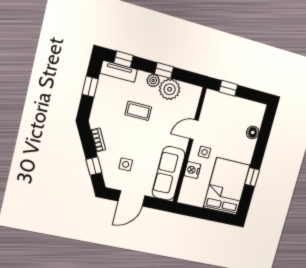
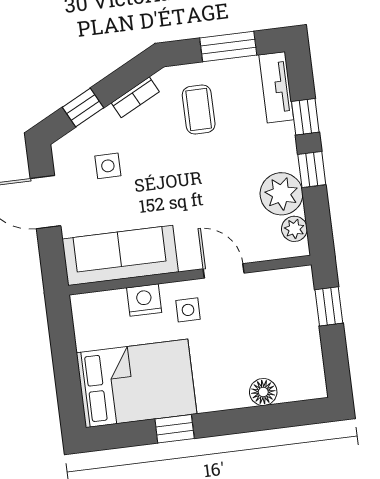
window: (123, 59) -> (305, 117), moved
plant: (153, 80) -> (294, 229), moved
window: (90, 87) -> (228, 47), width x1.50
coffee table: (138, 111) -> (199, 109), moved

